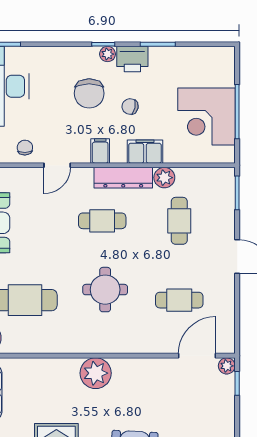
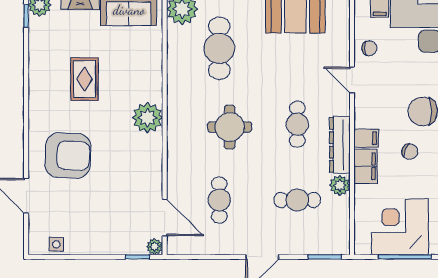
chair: (130, 106) -> (410, 152), turned 102
filing cabinet: (100, 151) -> (366, 138), moved

